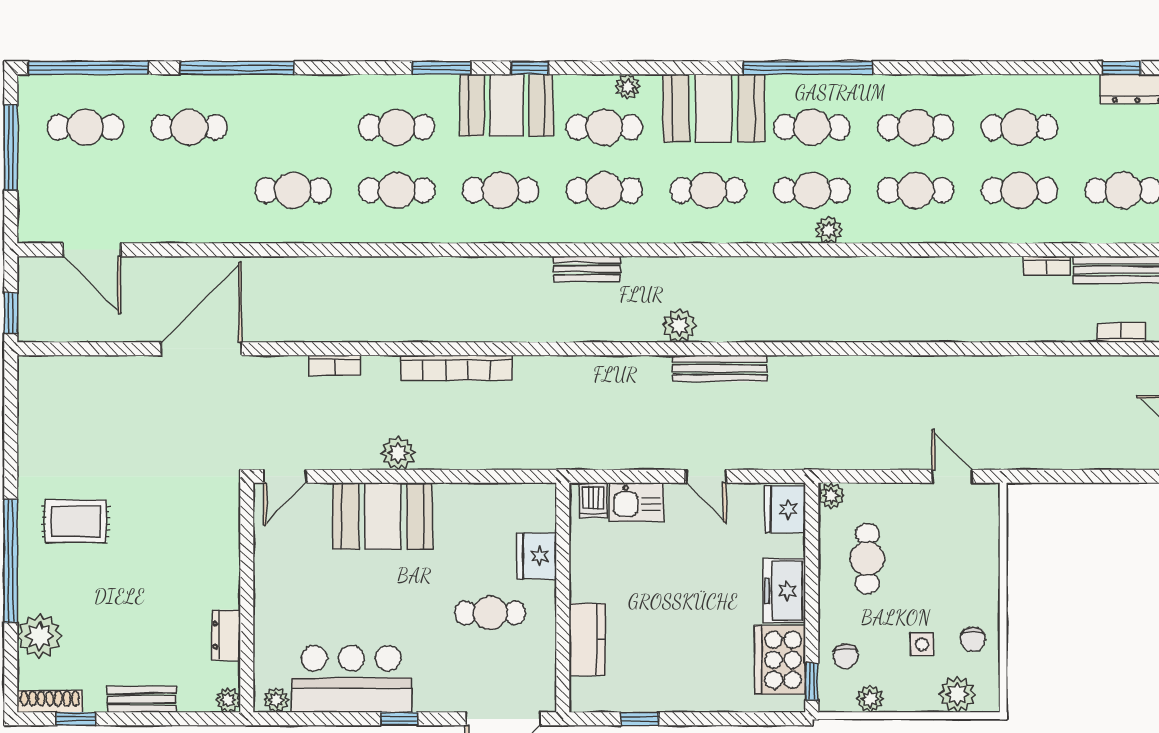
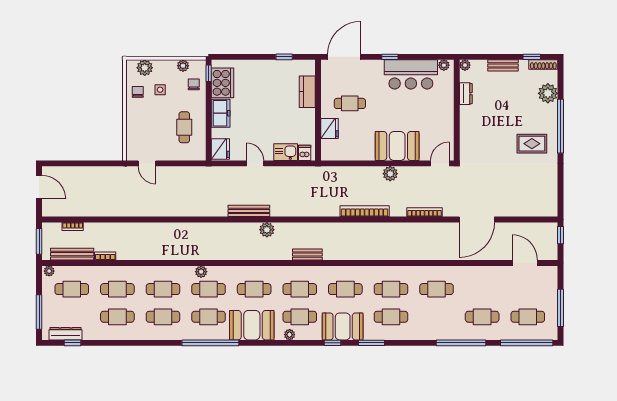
bookcase: (335, 365) -> (424, 212), width x1.56
plant: (831, 496) -> (200, 155), removed

